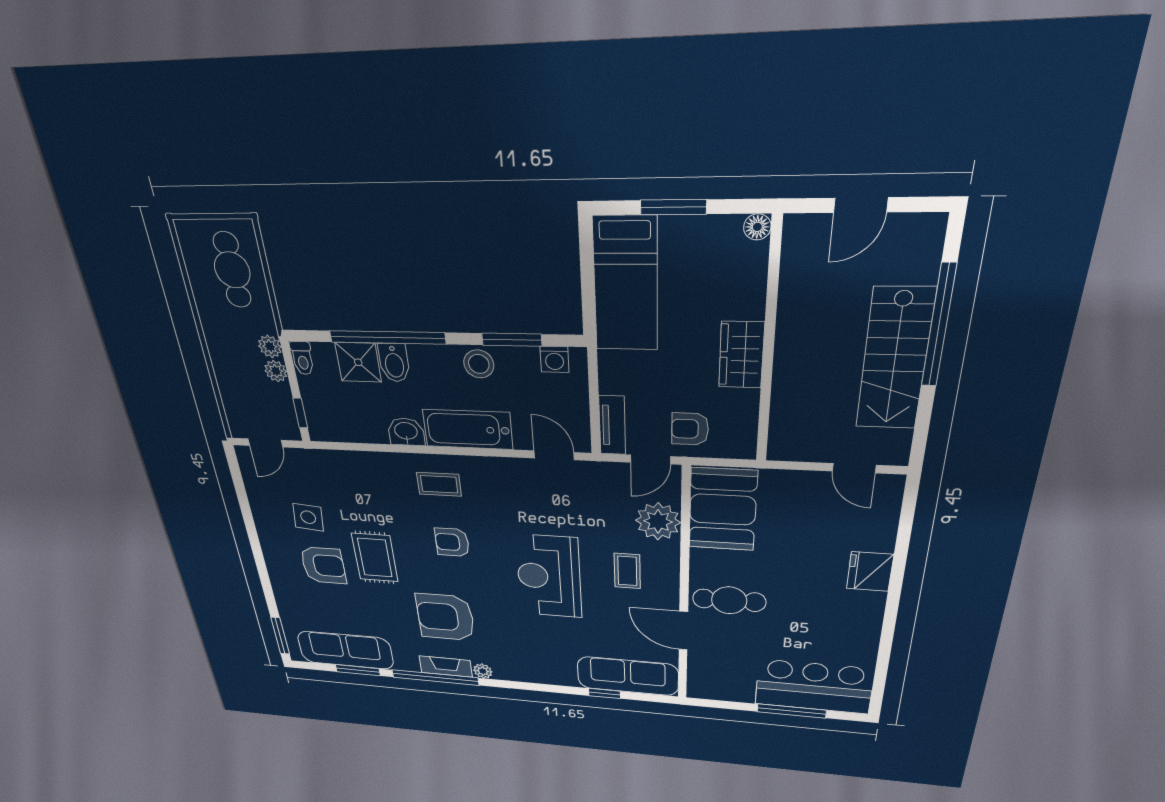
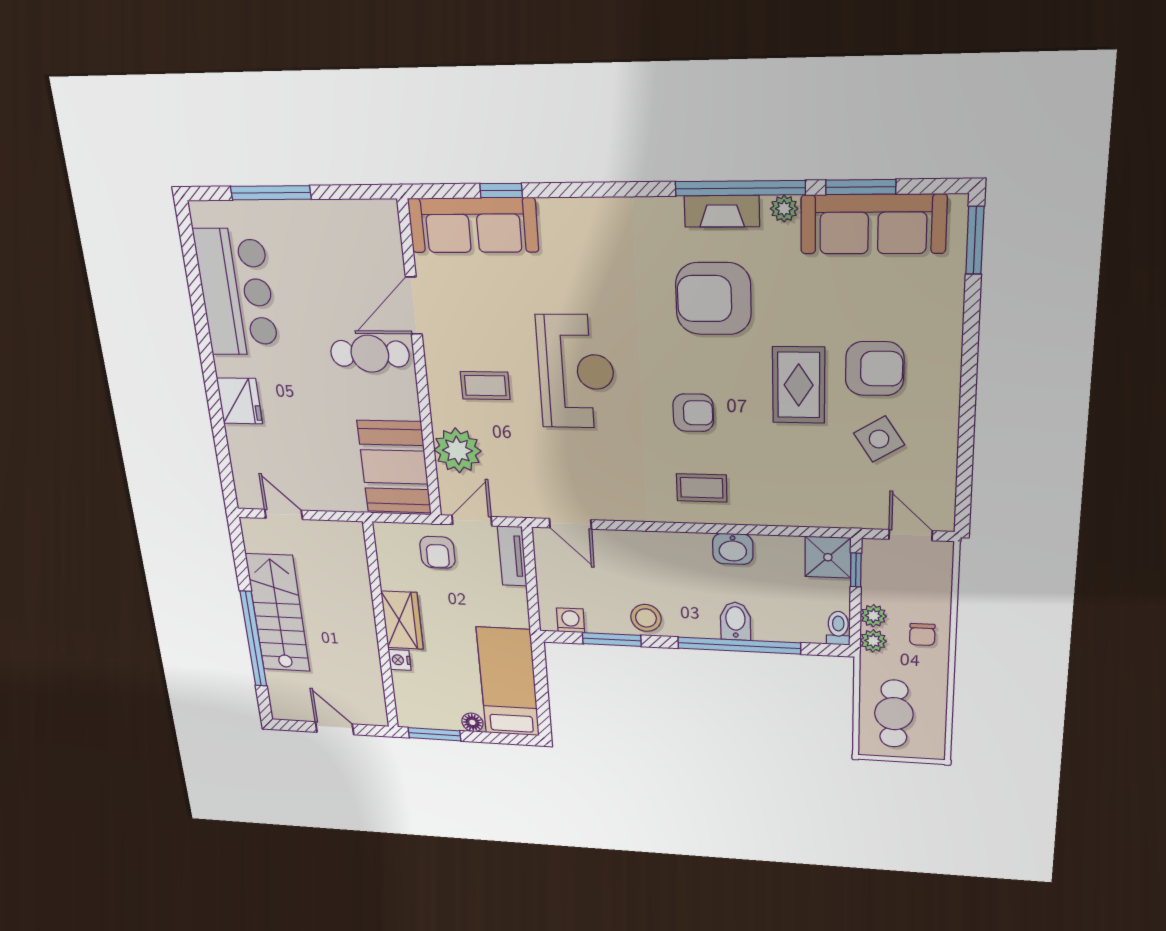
door: (861, 205) -> (335, 728), hinge flipped
window: (673, 207) -> (434, 734), moved
floor lamp: (757, 227) -> (472, 722), moved
nightstand: (753, 306) -> (400, 660), added
chair: (231, 354) -> (922, 634), added
shower: (358, 362) -> (828, 557), moved
bathtub: (468, 429) -> (663, 552), removed
armchair: (690, 429) -> (437, 552), turned 90
door: (265, 443) -> (911, 535), hinge flipped
side table: (308, 517) -> (879, 439), turned -38
armchair: (323, 565) -> (875, 369), turned 180
coffee table: (627, 571) -> (485, 386), turned 90
armchair: (445, 617) -> (713, 299), turned 180
door: (683, 631) -> (414, 306), swing flipped
plant: (483, 671) -> (784, 209), moved
bar counter: (814, 687) -> (236, 292), moved, turned -90

